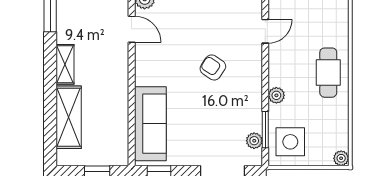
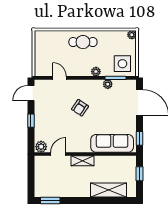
shelving: (65, 64) -> (83, 161), moved
plant: (254, 141) -> (108, 84), moved

